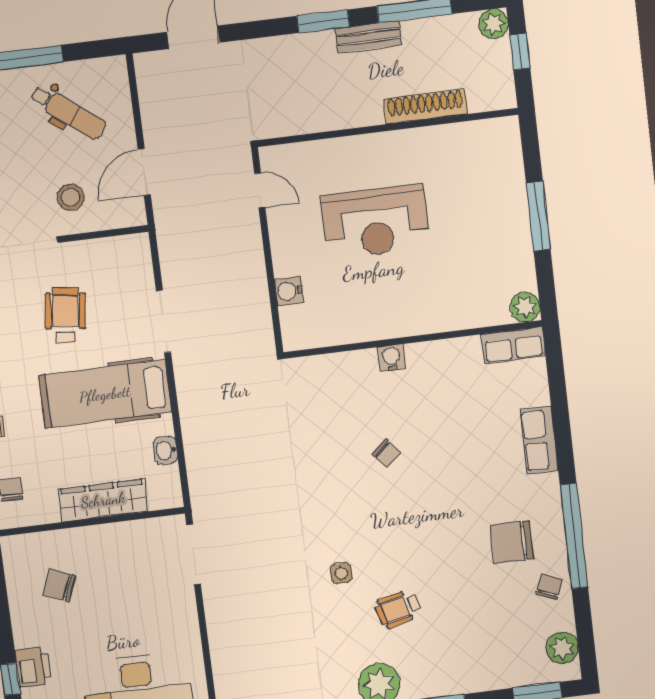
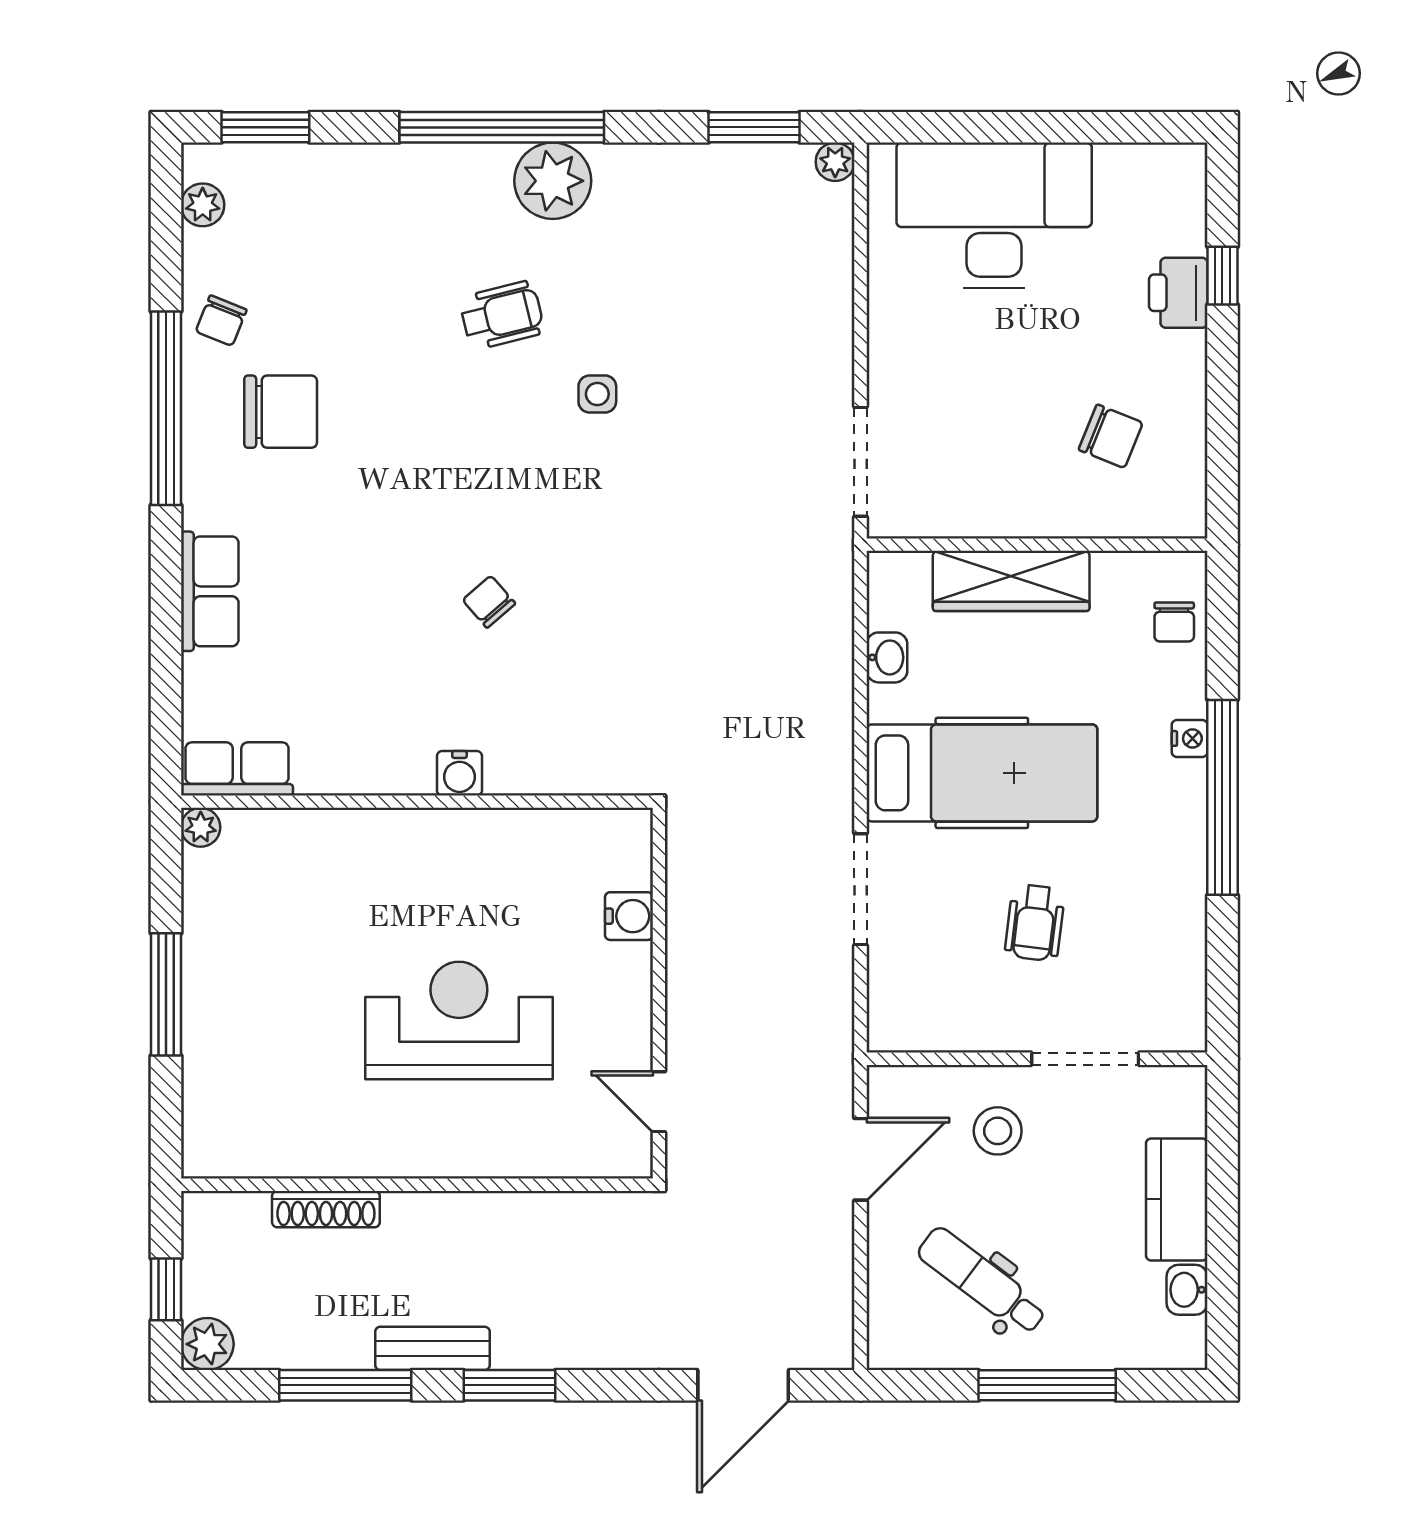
shoe rack: (426, 107) -> (326, 1209), width x0.74, depth x0.81
plant: (525, 307) -> (201, 827), width x0.73, depth x0.73
wheelchair: (65, 315) -> (1035, 923), width x0.73, depth x0.73
plant: (562, 648) -> (203, 205), width x0.73, depth x0.73

